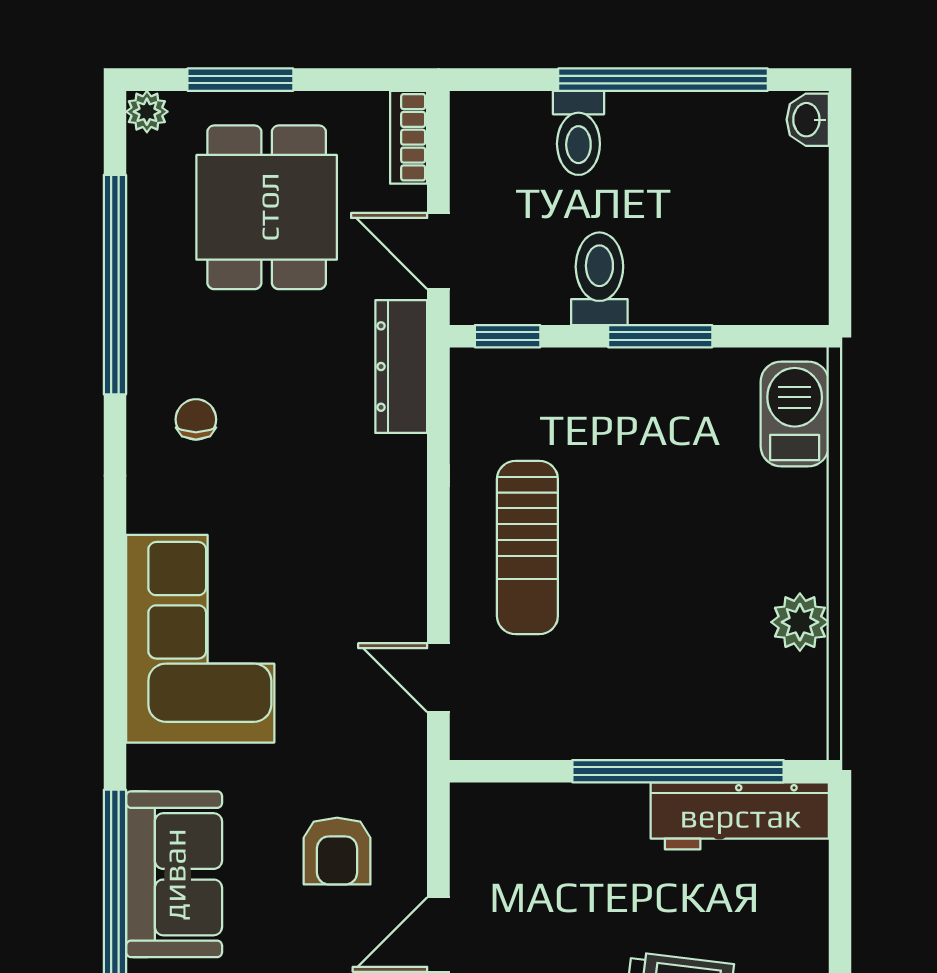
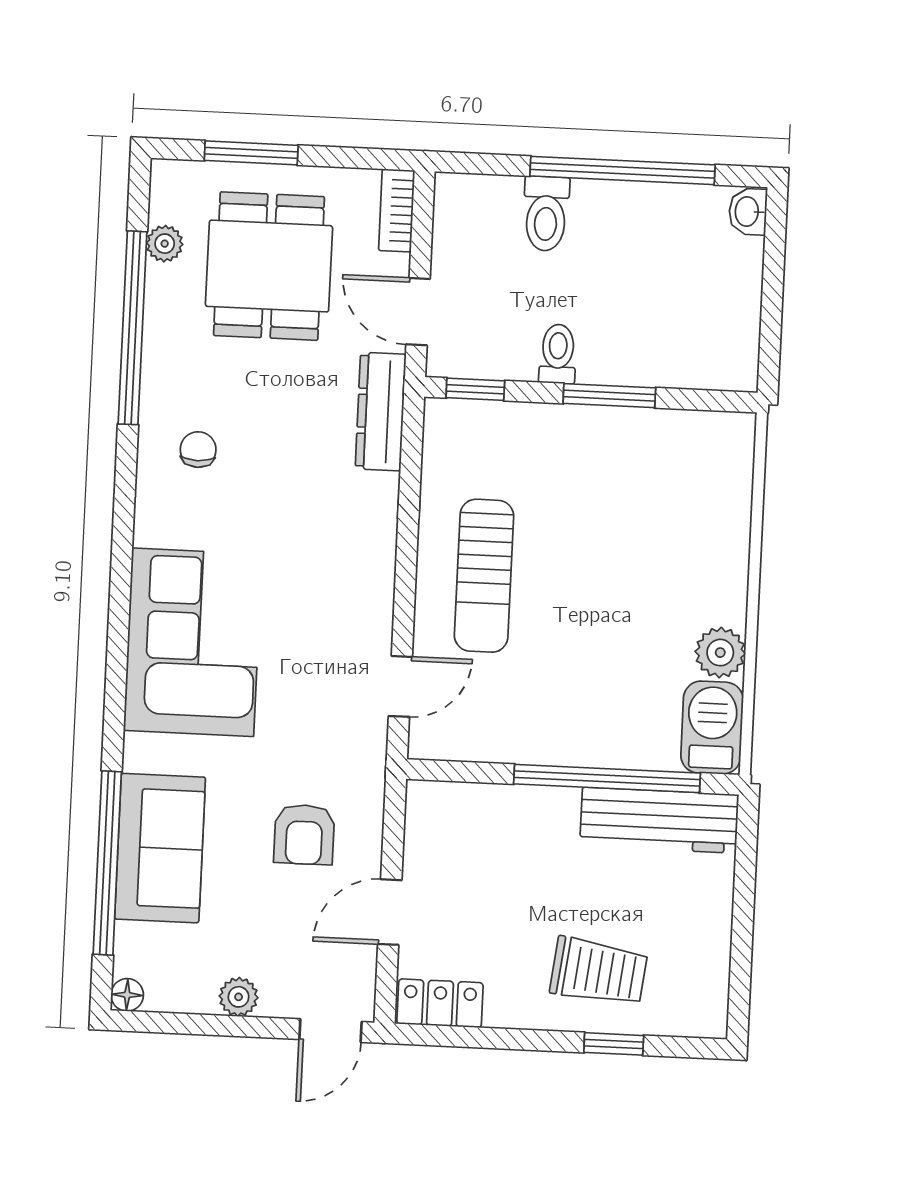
plant: (147, 112) -> (165, 244), moved
toilet: (599, 279) -> (558, 354), width x0.73, depth x0.72
barbecue: (795, 414) -> (712, 728), moved
door: (438, 678) -> (400, 686), swing flipped

